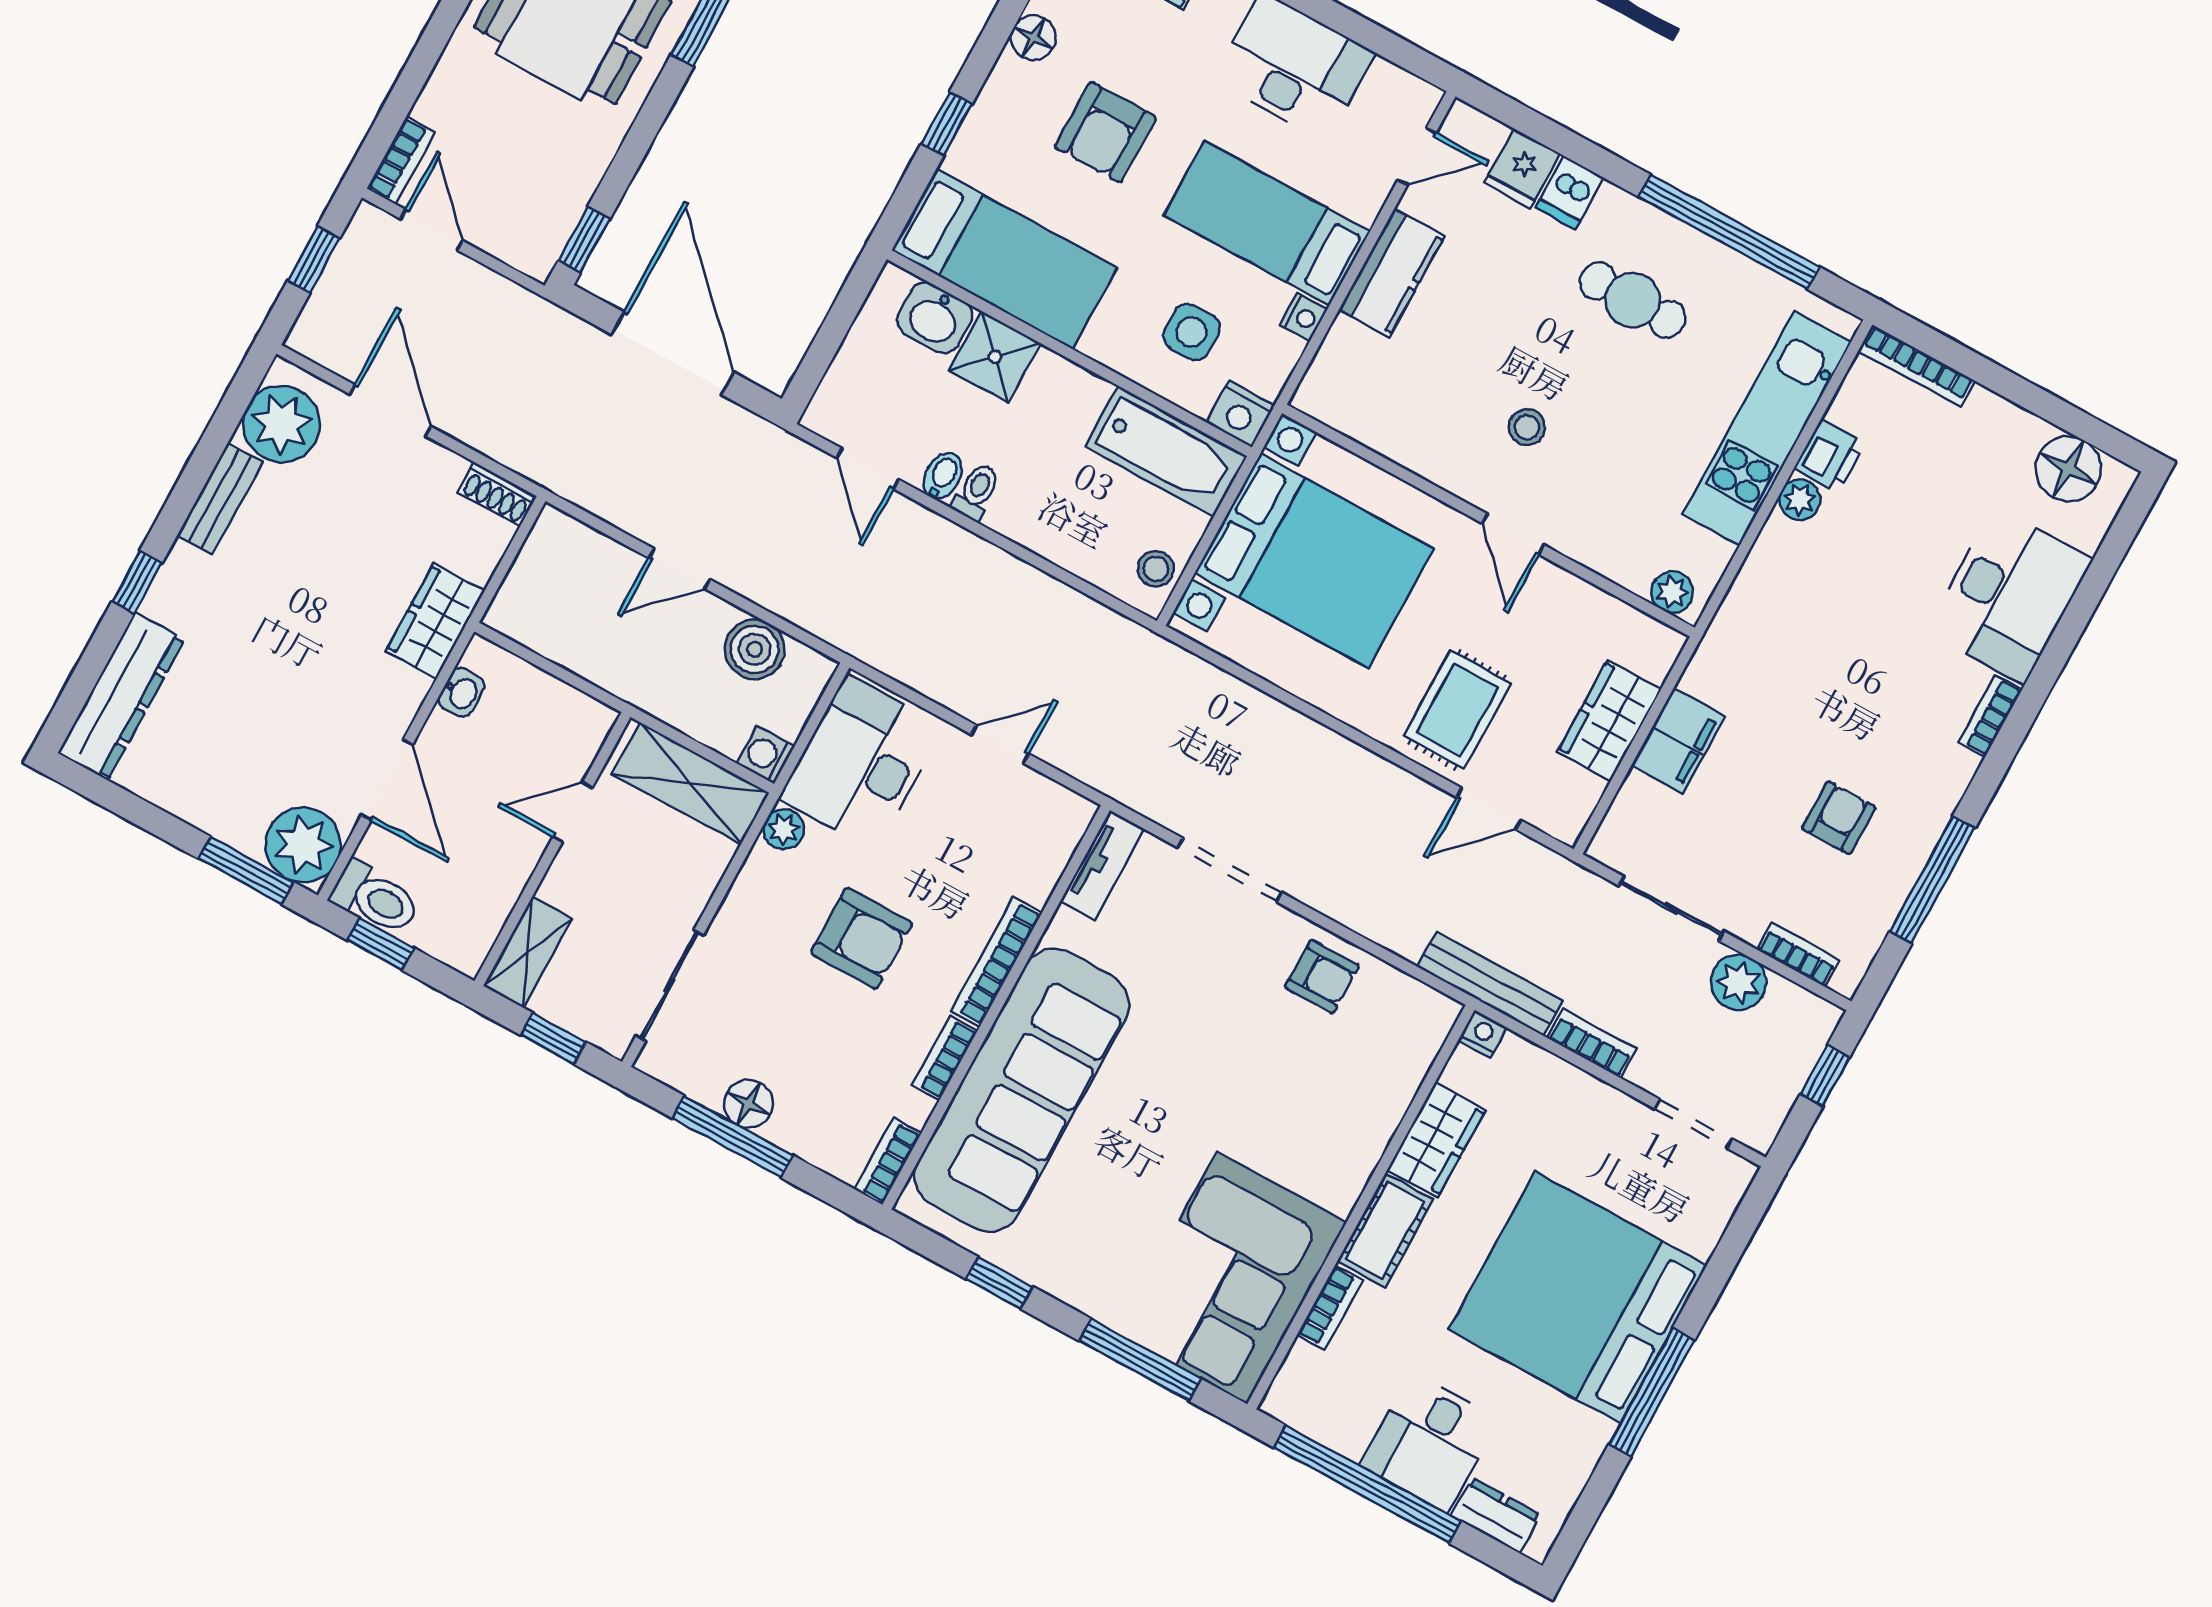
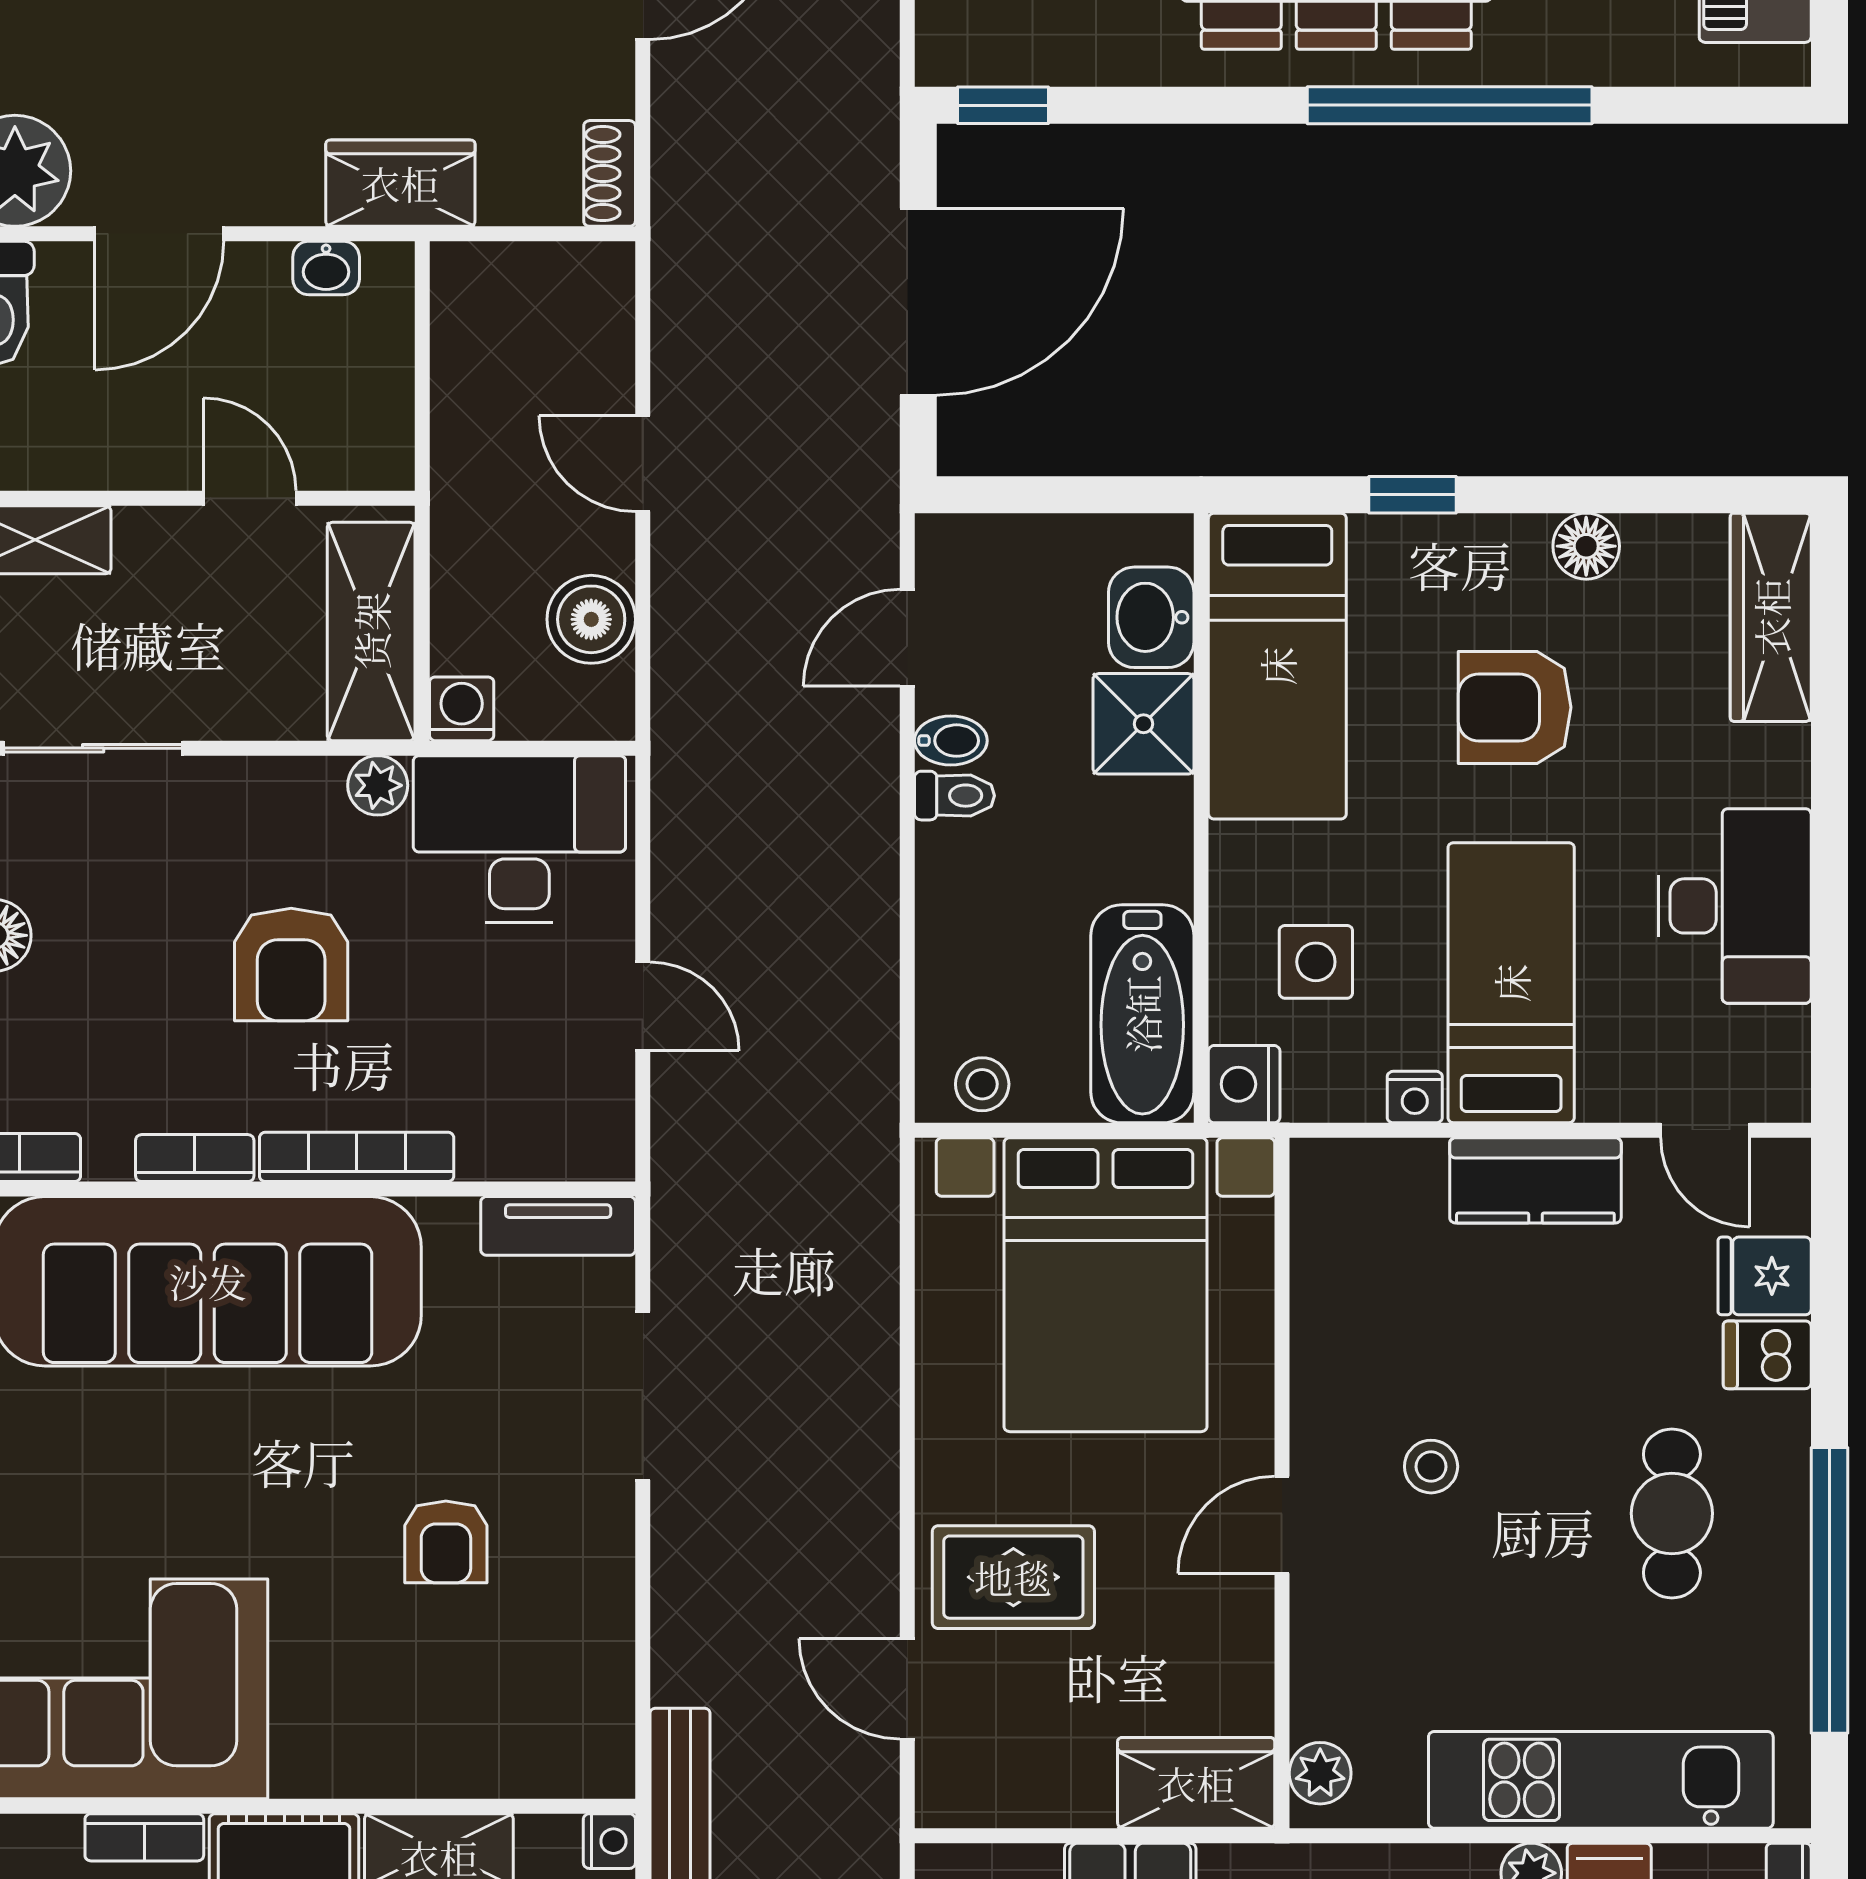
wardrobe: (1609, 721) -> (1196, 1783), moved
armchair: (1322, 976) -> (446, 1542), moved

